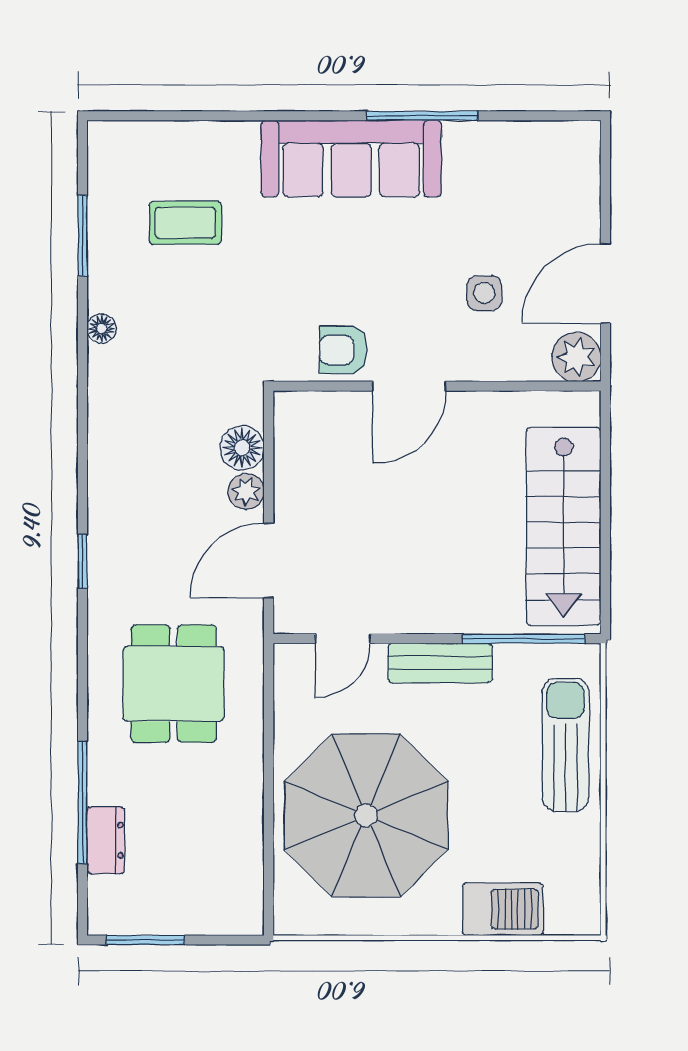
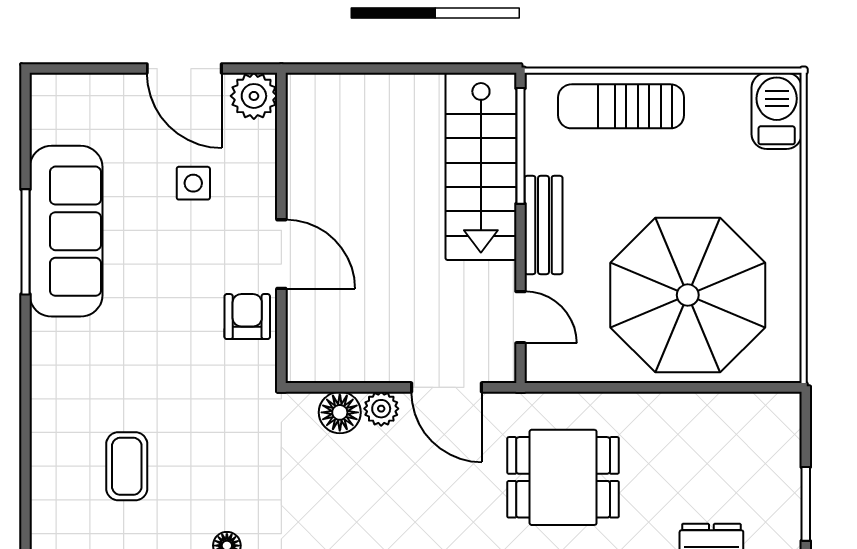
sofa: (351, 159) -> (66, 231), moved
armchair: (343, 350) -> (247, 317), turned 180
stairs: (564, 526) -> (481, 166), moved, turned 90
barbecue: (503, 909) -> (777, 111), moved

